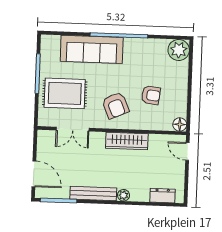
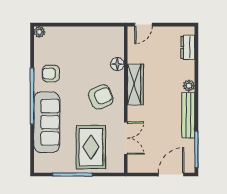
plant: (179, 50) -> (39, 32), width x0.53, depth x0.53
armchair: (151, 95) -> (51, 74), moved, turned -97
floor lamp: (180, 124) -> (117, 64), moved

